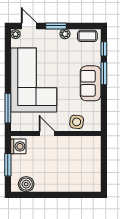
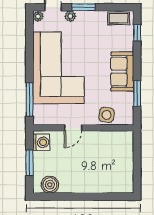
plant: (65, 34) -> (70, 16), moved
window: (104, 73) -> (137, 93), moved
door: (47, 133) -> (73, 128), swing flipped

